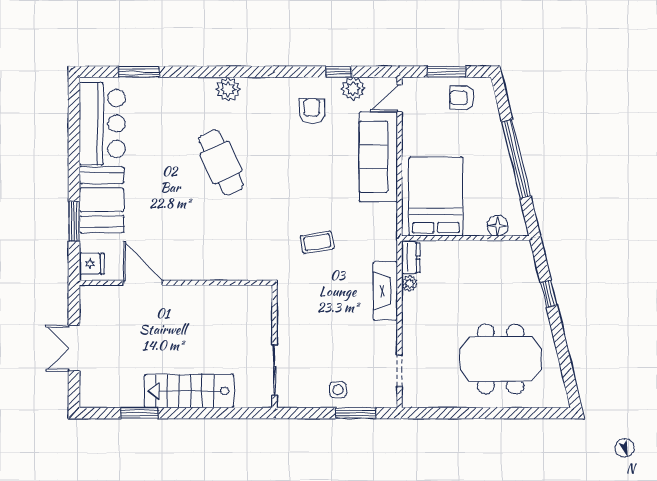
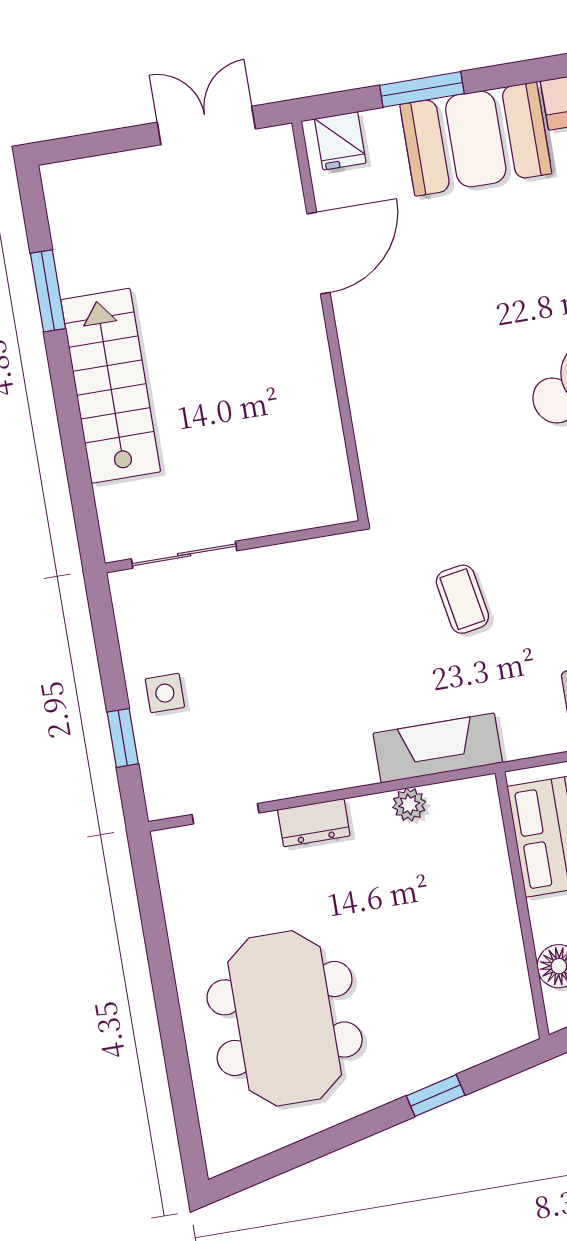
dresser: (411, 258) -> (314, 823), moved
fireplace: (385, 291) -> (438, 748), moved
double door: (74, 348) -> (206, 126), moved
window: (356, 413) -> (123, 738), width x0.67

